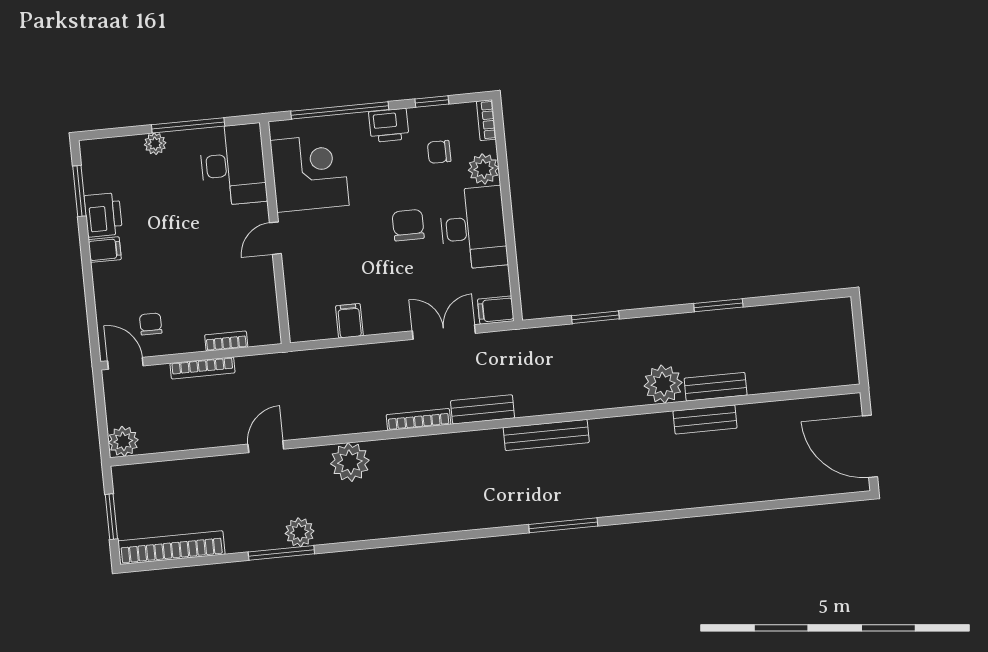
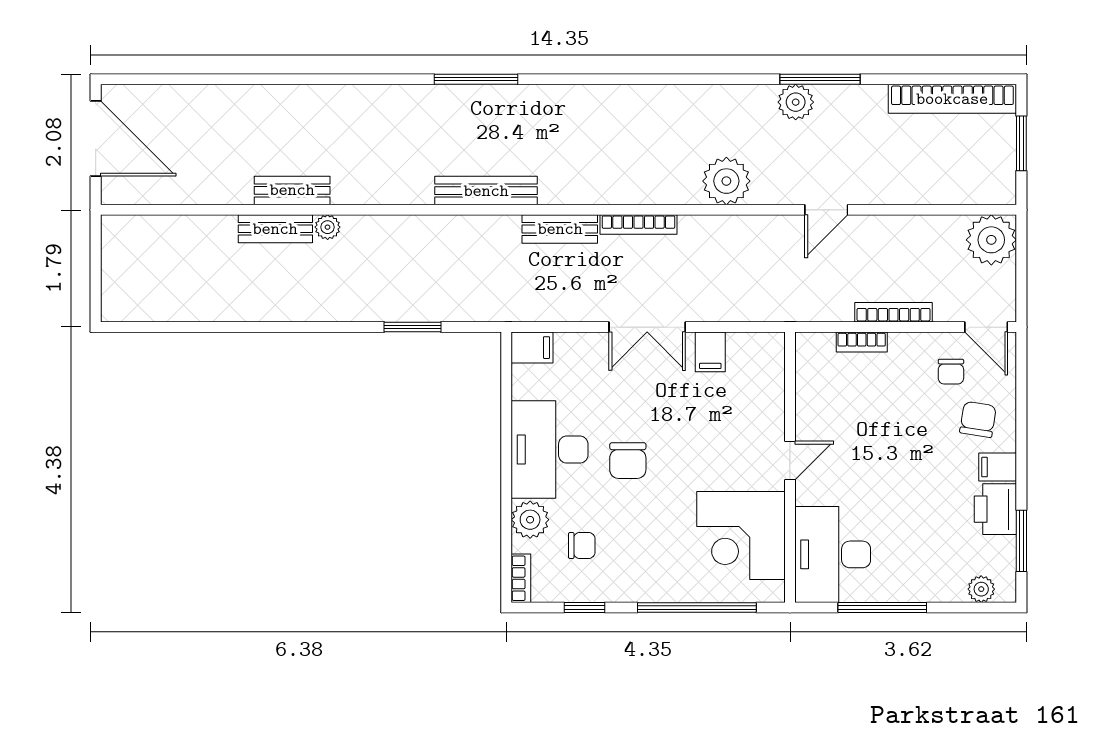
printer: (389, 125) -> (640, 584), removed
plant: (155, 144) -> (981, 589), moved
chair: (125, 287) -> (978, 419), added
window: (718, 305) -> (262, 327), removed
double door: (444, 332) -> (647, 327), moved
plant: (663, 384) -> (328, 227), width x0.53, depth x0.53
plant: (123, 441) -> (991, 240), width x1.36, depth x1.36

